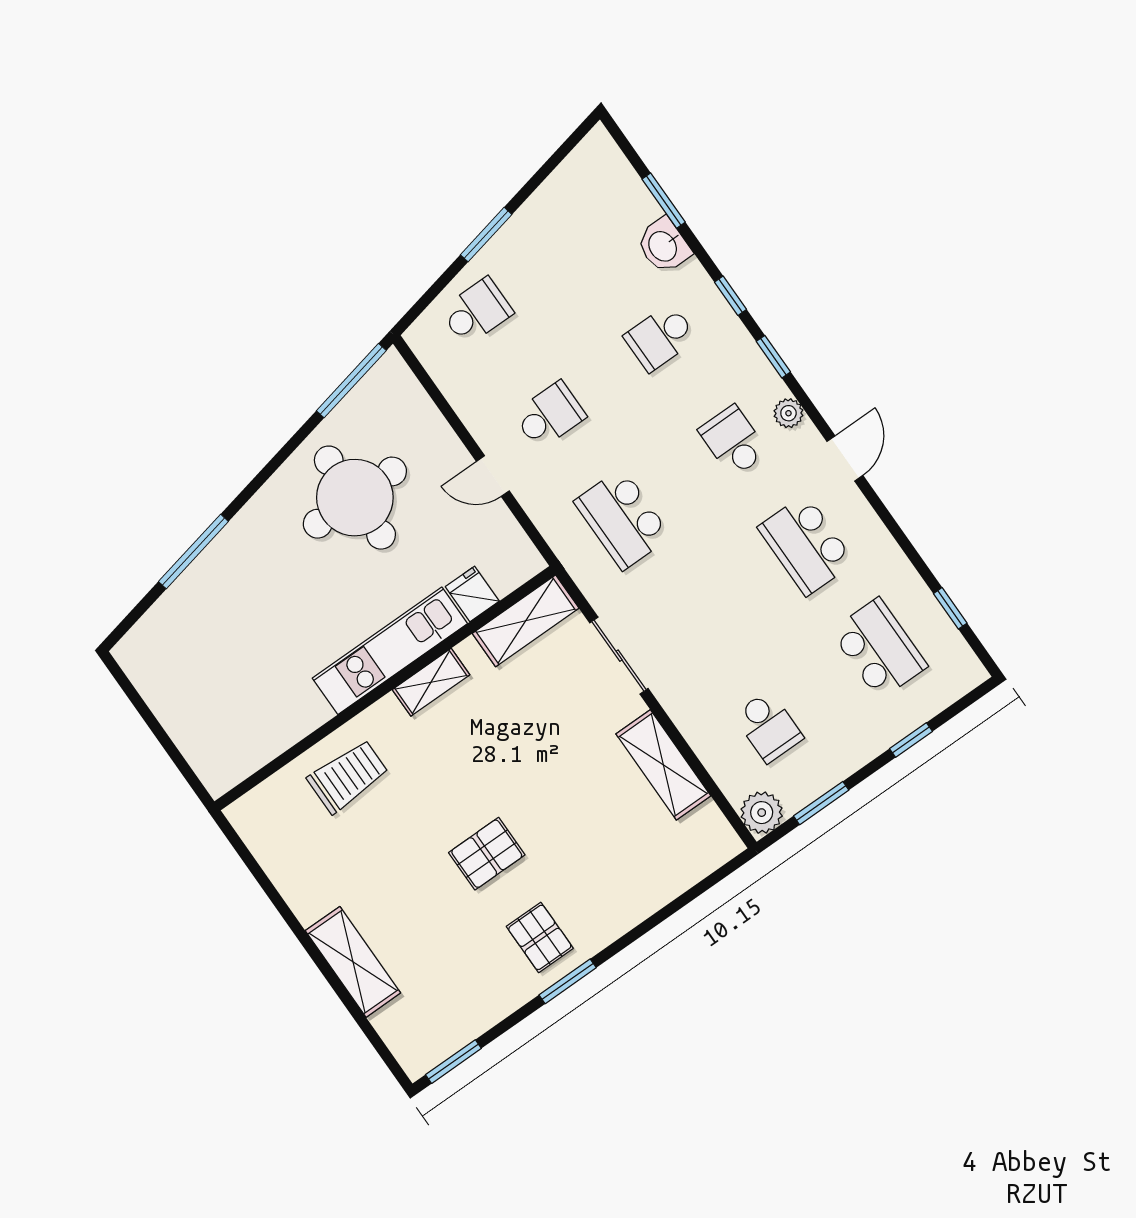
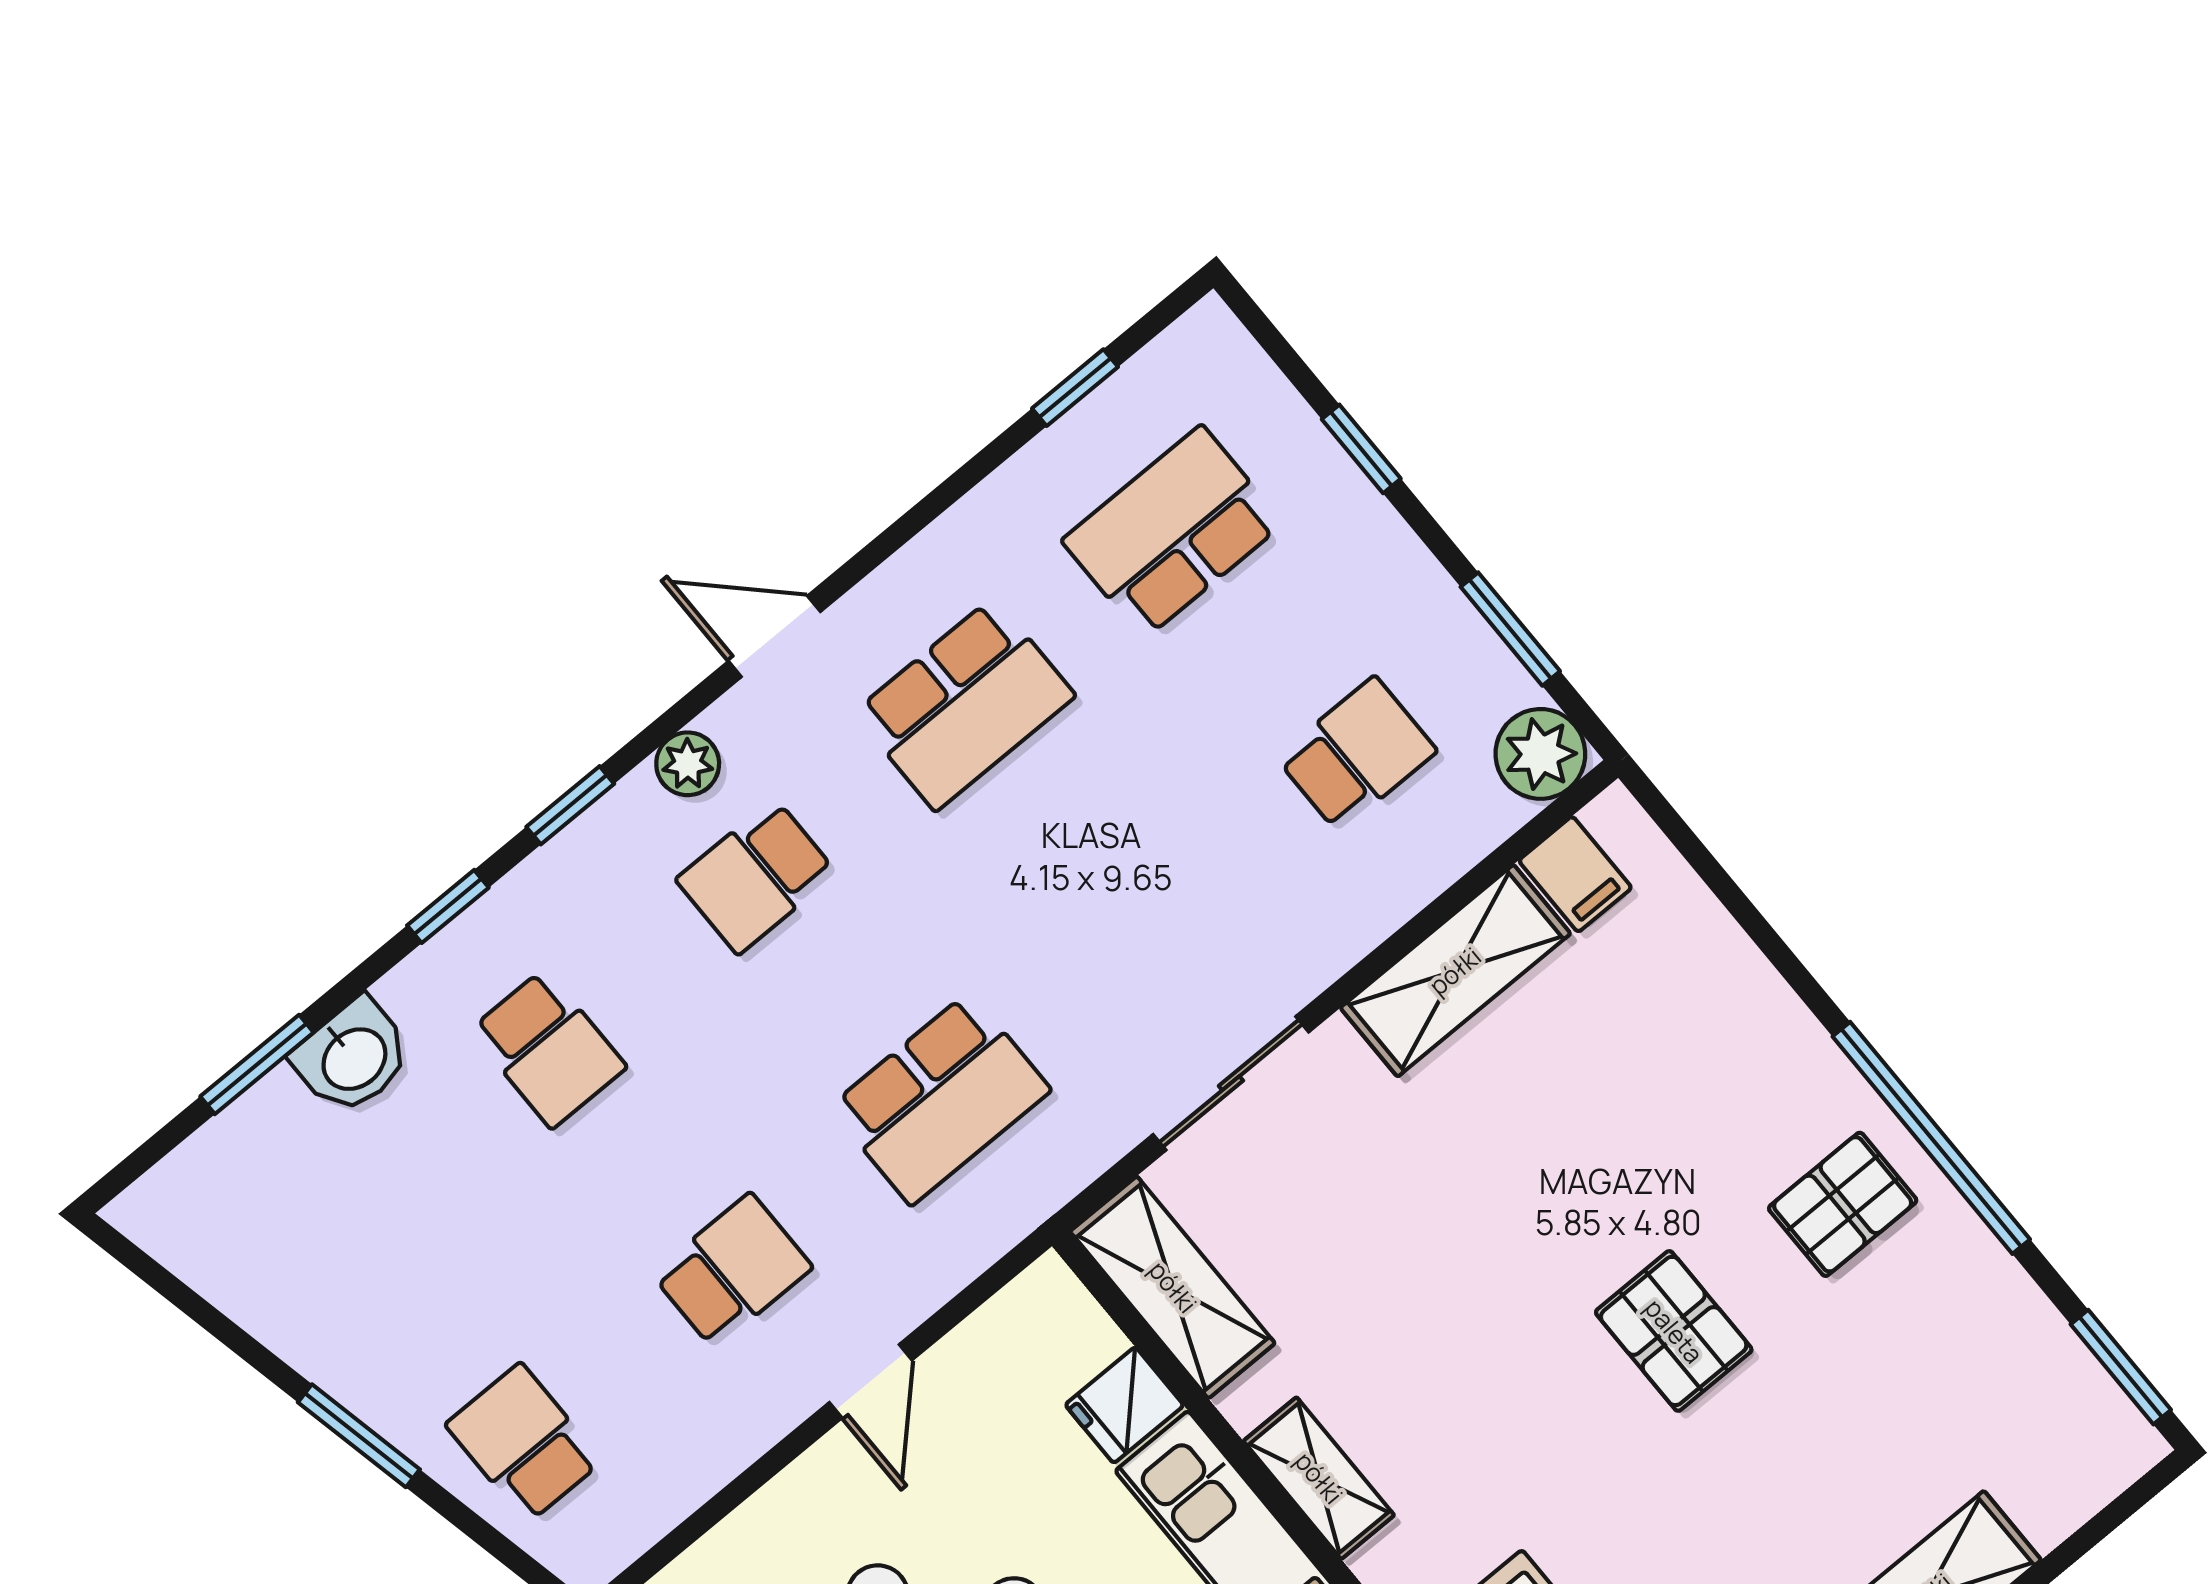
school desk: (550, 415) -> (732, 1271), turned 90
filing cabinet: (704, 824) -> (1575, 874), added
window: (568, 981) -> (1931, 1138), width x2.11

